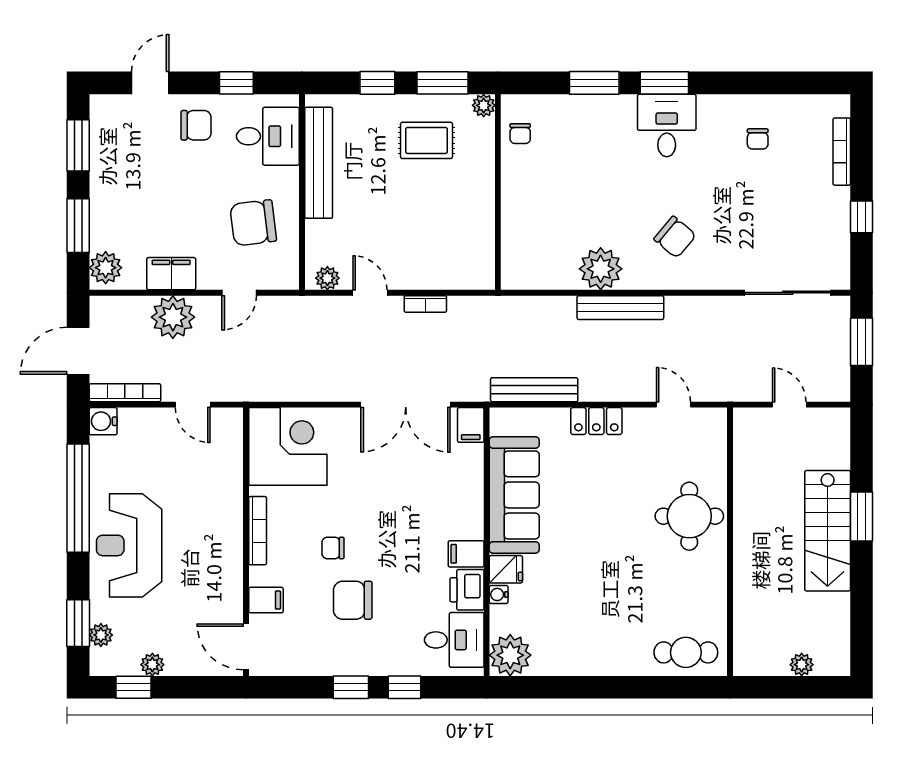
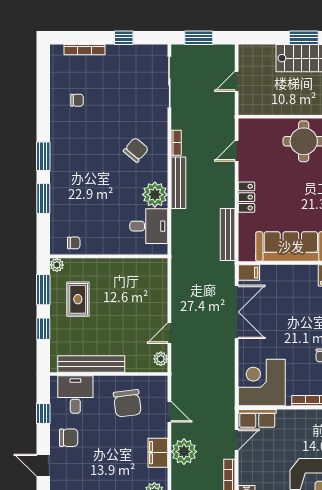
chair: (196, 125) -> (69, 438), turned 90
desk: (667, 125) -> (149, 226), moved, turned 180
bookcase: (425, 304) -> (176, 143), moved
row of seats: (228, 439) -> (257, 418), added

